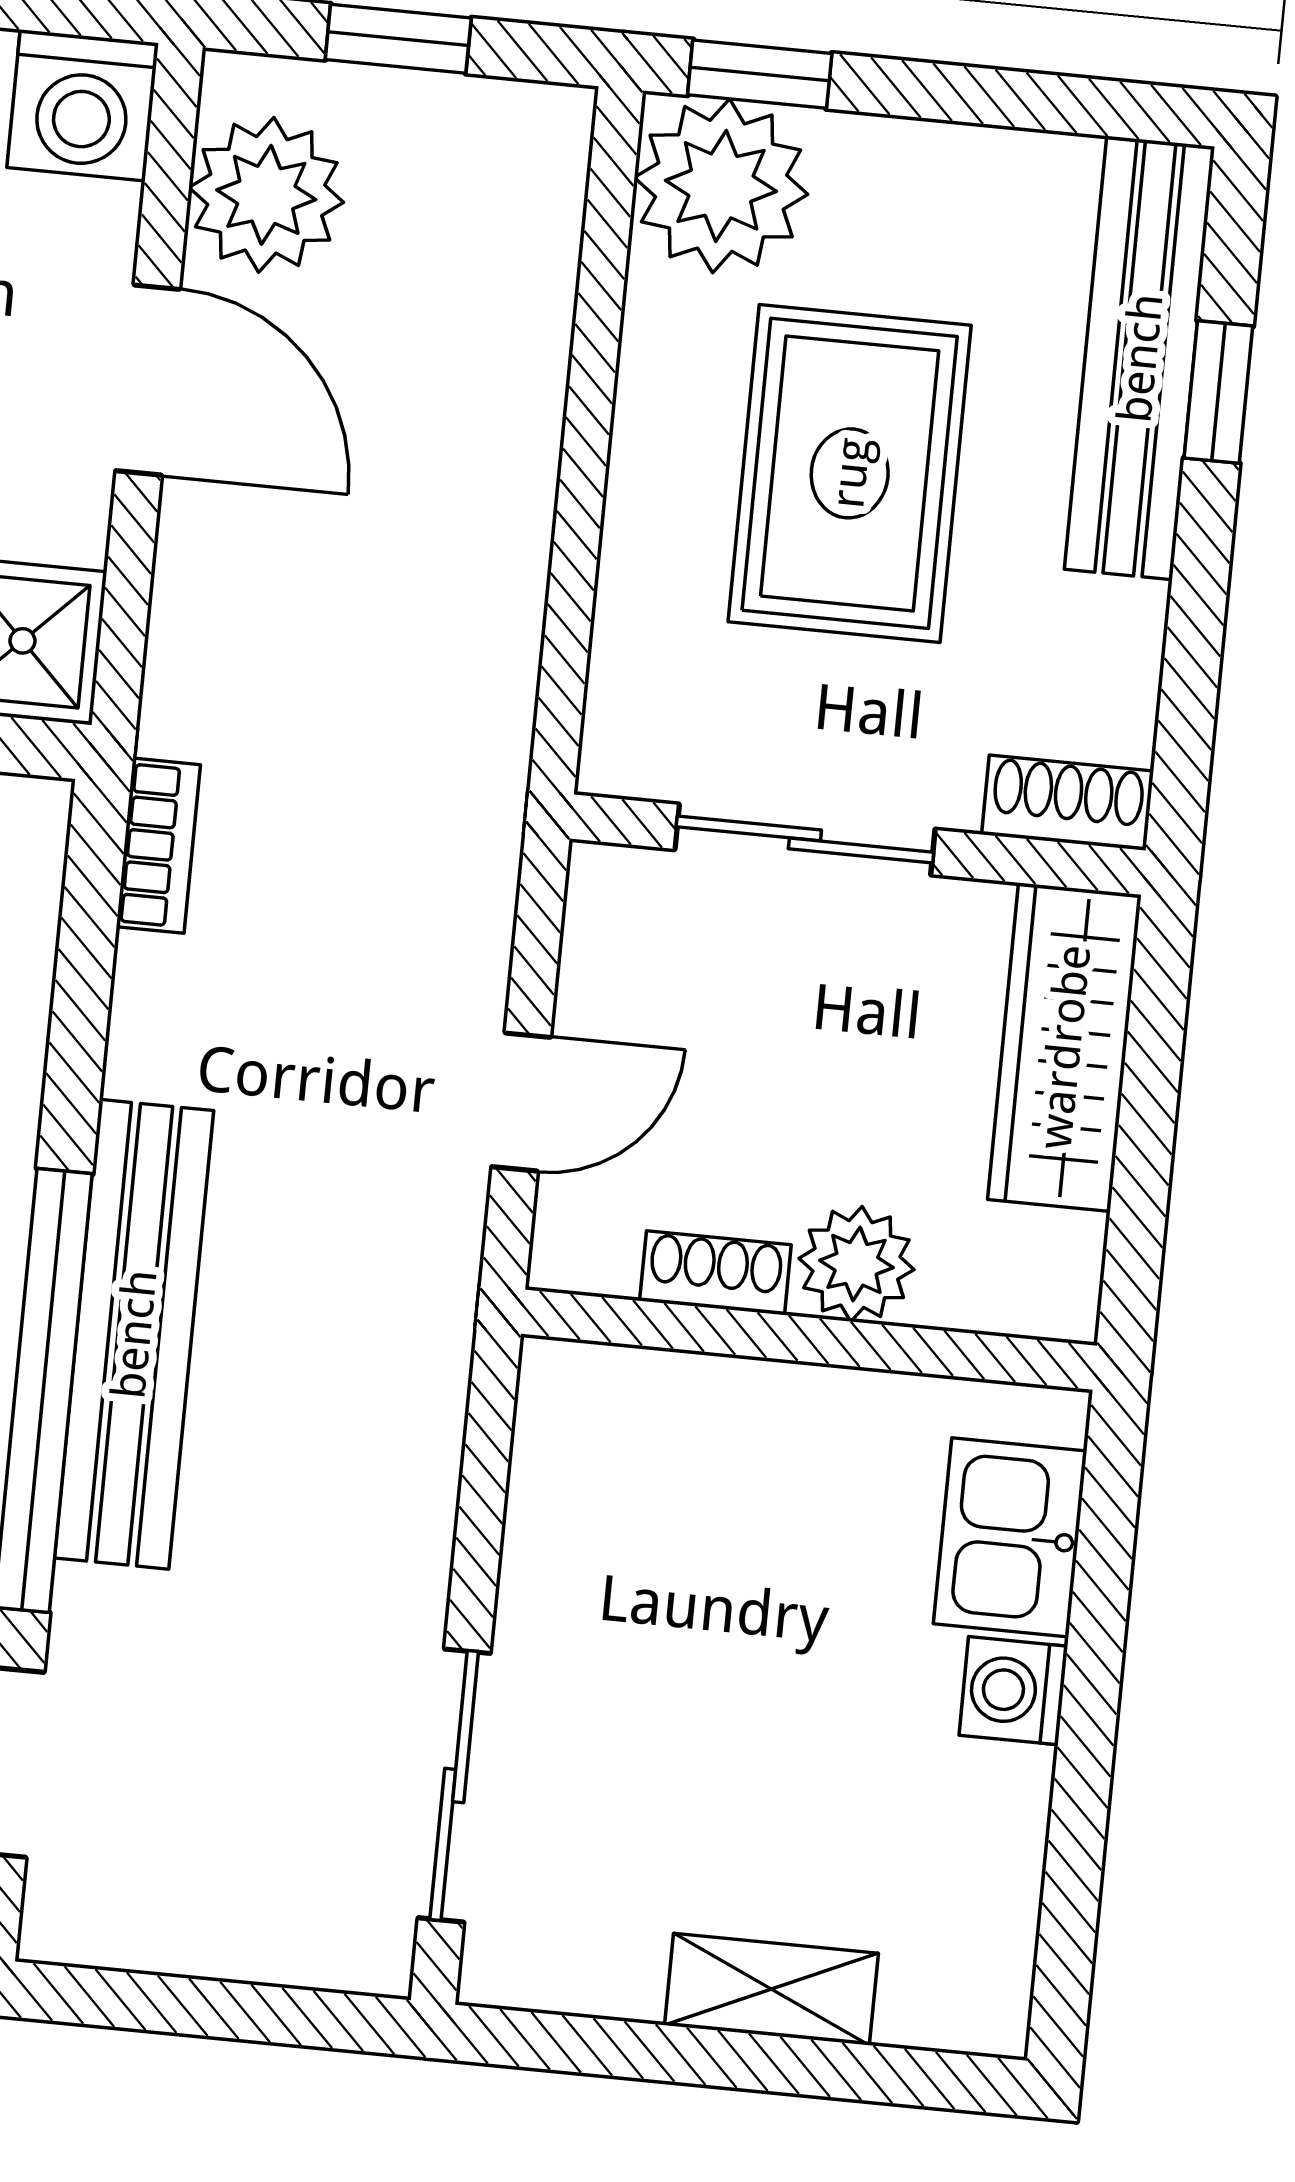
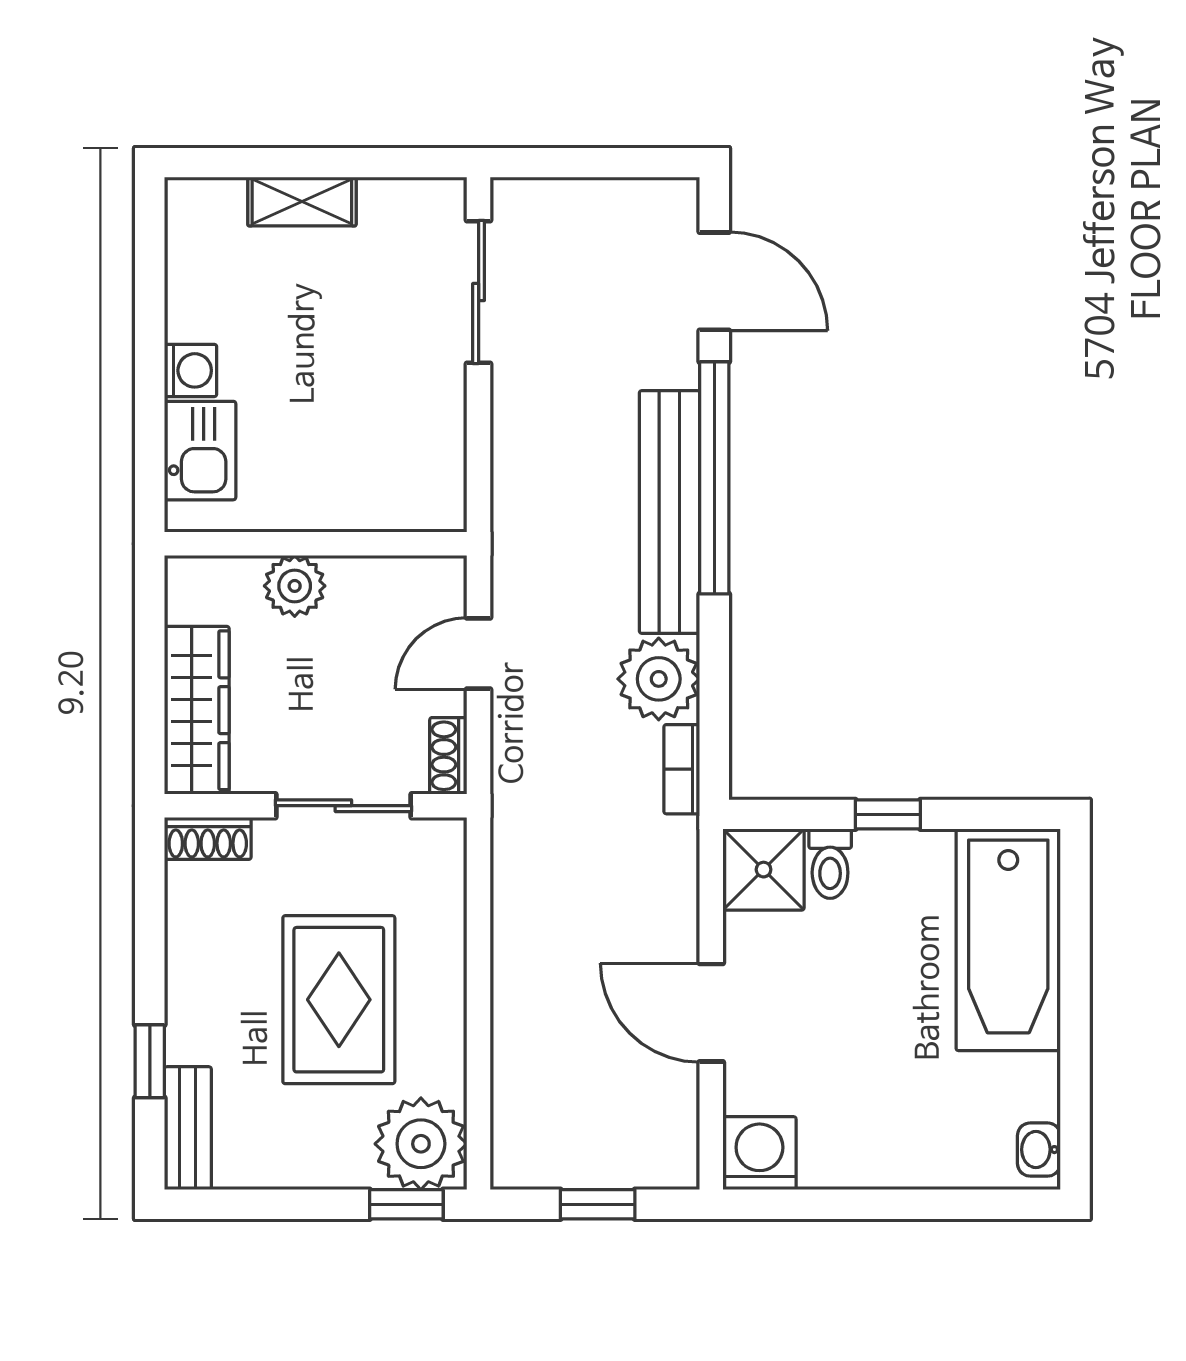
plant: (266, 195) -> (659, 679), moved
bench: (1140, 358) -> (188, 1128), width x0.54, depth x0.82
shoe rack: (715, 1273) -> (448, 756), moved, turned 90

